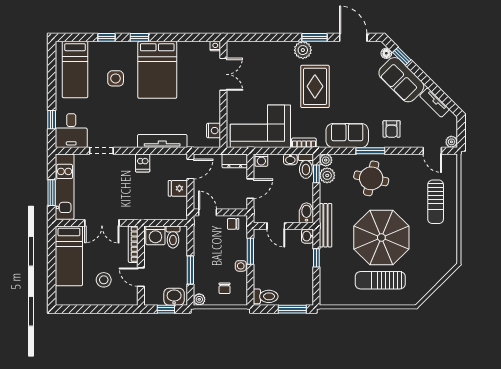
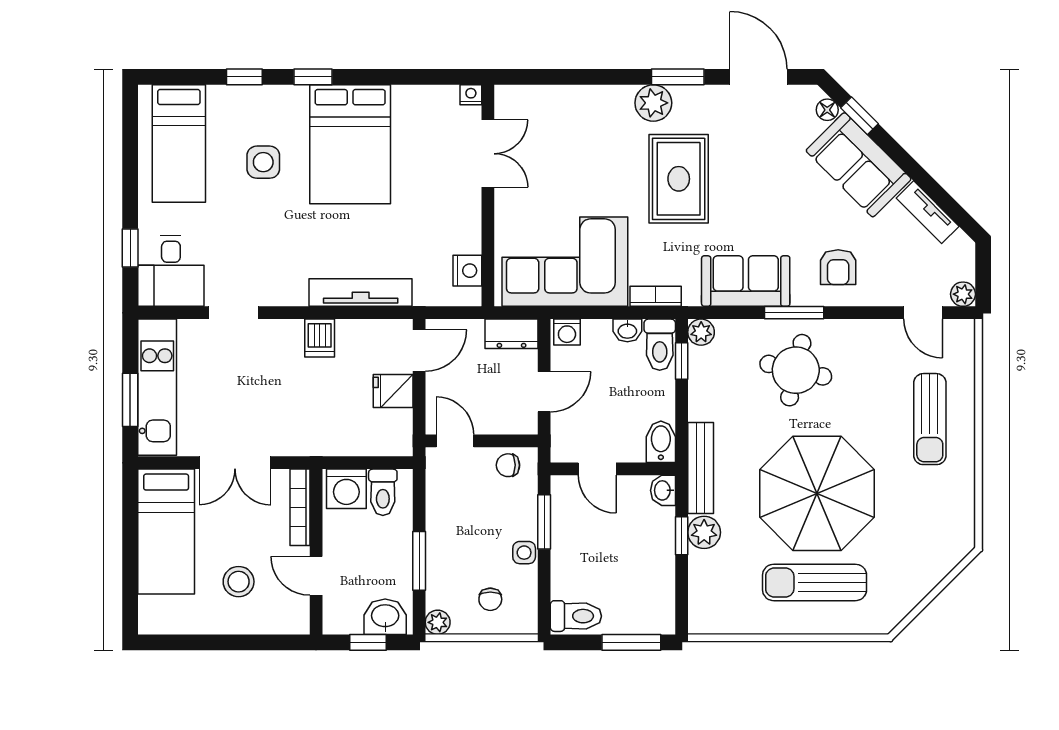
plant: (327, 175) -> (704, 532), moved

